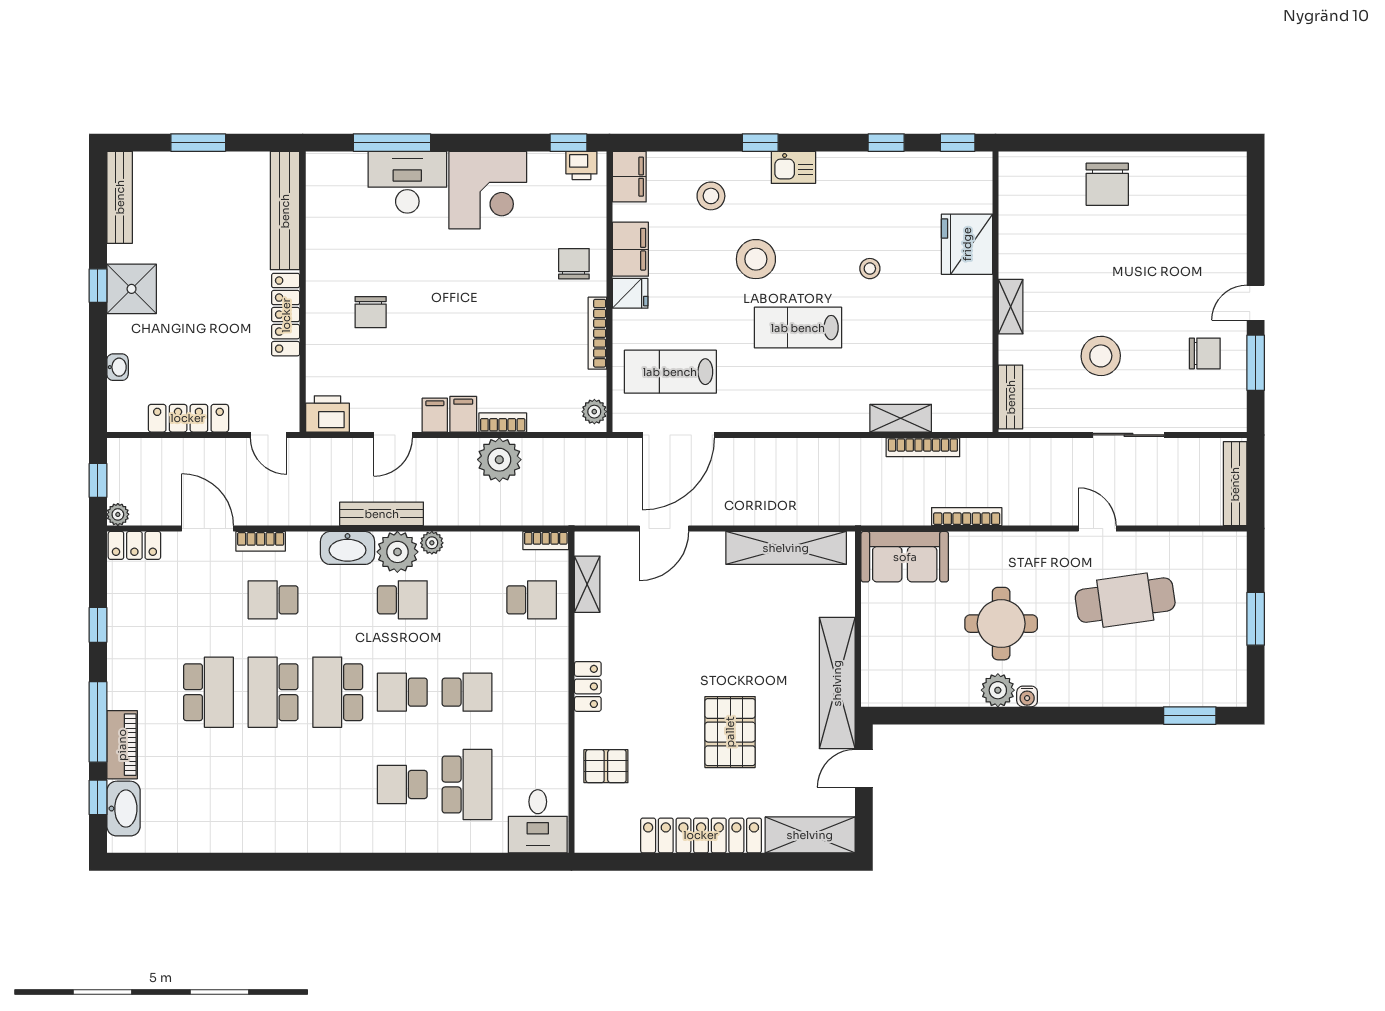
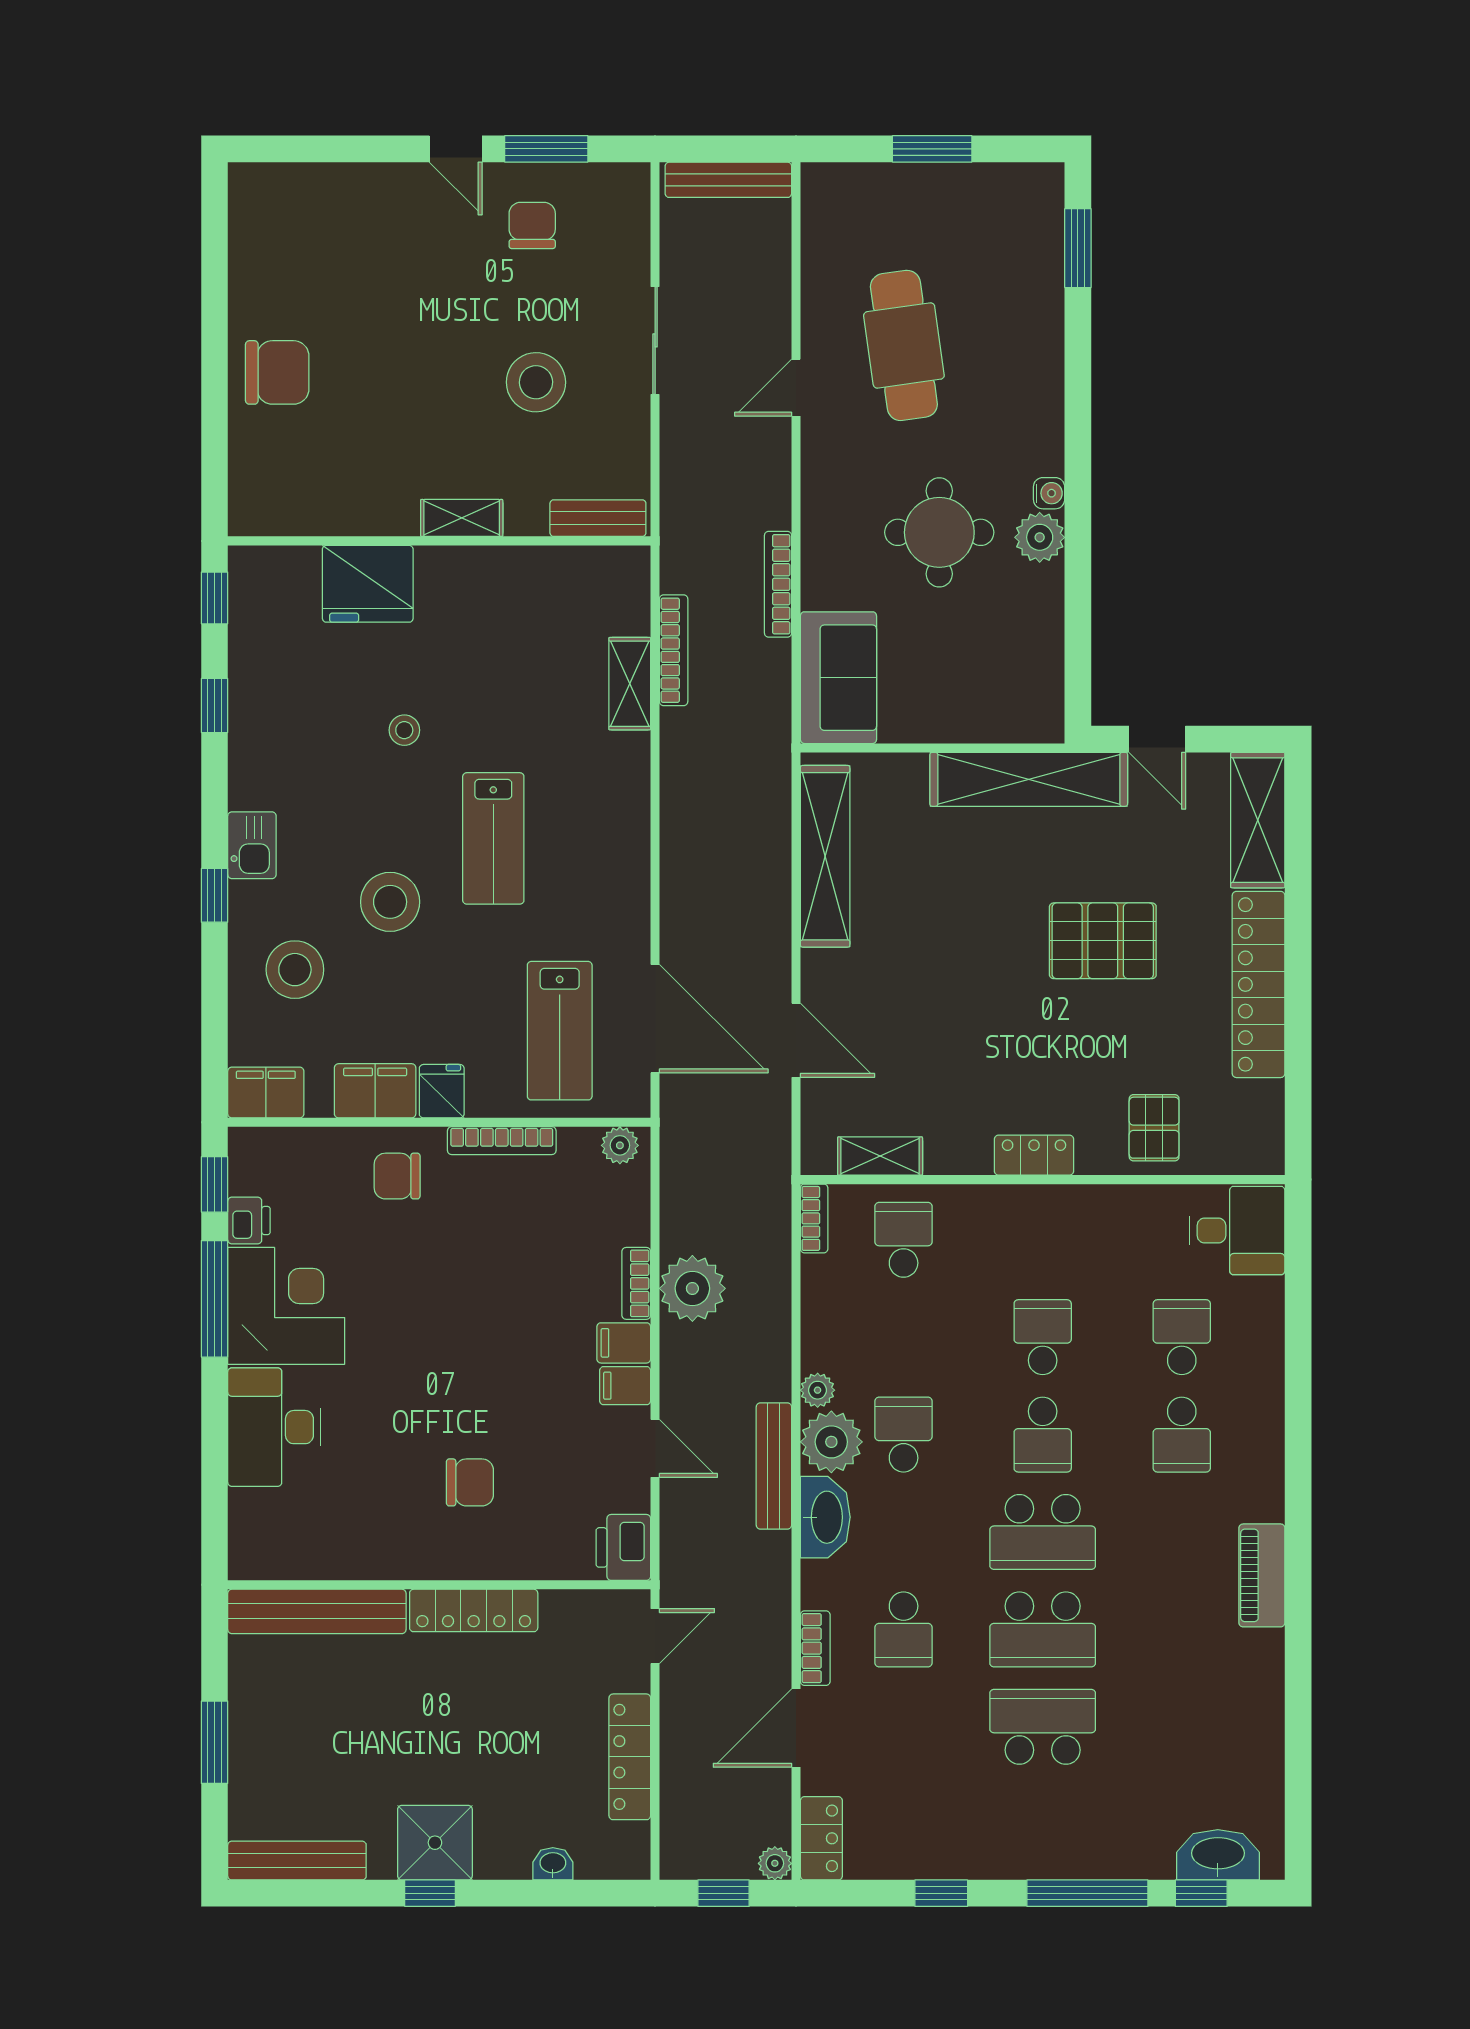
window: (392, 143) -> (215, 1299), moved
printer: (581, 165) -> (249, 1221), moved
stool: (711, 196) -> (295, 970), width x1.38, depth x1.38
piano: (122, 745) -> (1262, 1575), moved, turned -90
school desk: (467, 785) -> (1182, 1337), width x0.54

